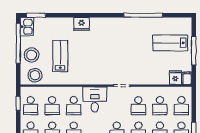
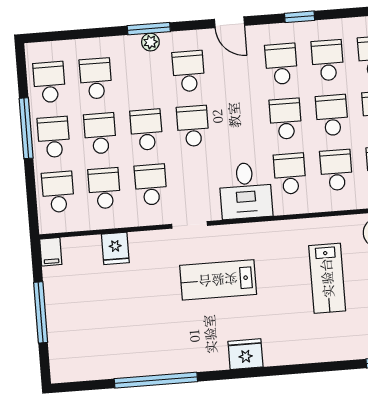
fridge: (82, 24) -> (245, 354), moved
lab bench: (170, 43) -> (218, 280), moved, turned 180
fridge: (175, 77) -> (115, 248), moved

